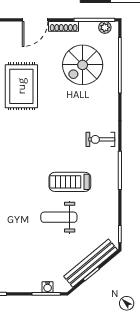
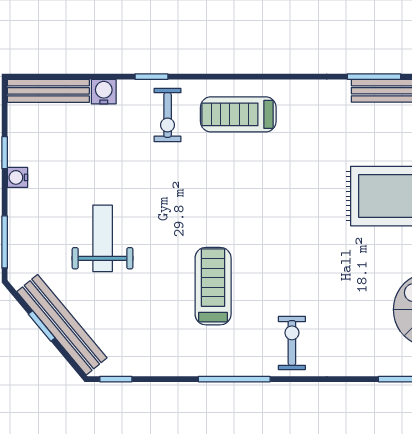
weight bench: (59, 217) -> (103, 238), moved
water cooler: (48, 287) -> (17, 177), moved

